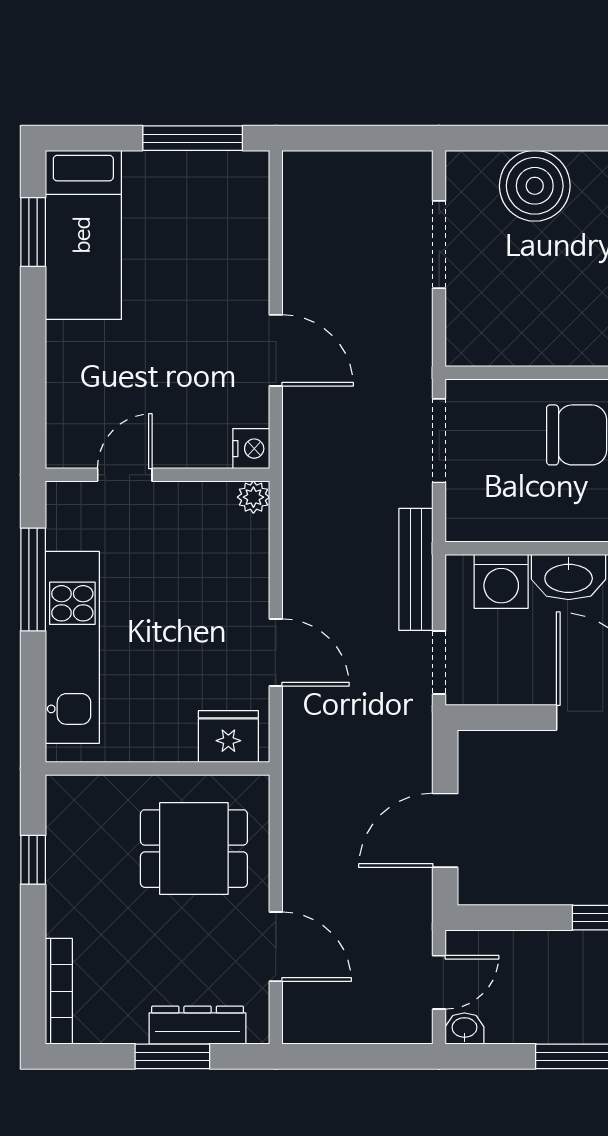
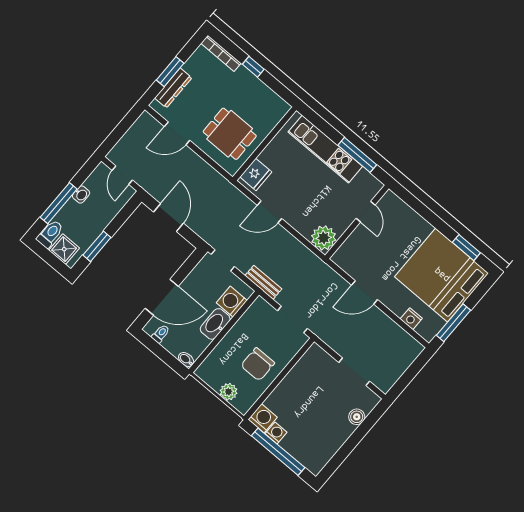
boiler: (535, 186) -> (357, 417), width x0.54, depth x0.54
bed: (83, 235) -> (442, 275), width x2.04
nightstand: (251, 449) -> (411, 319), moved
plant: (253, 497) -> (324, 238), width x1.88, depth x1.88
bench: (416, 569) -> (263, 282), width x0.73
dining table: (194, 849) -> (230, 134), turned 90
window: (33, 860) -> (253, 67), moved
washbasin: (464, 1028) -> (81, 194), moved

